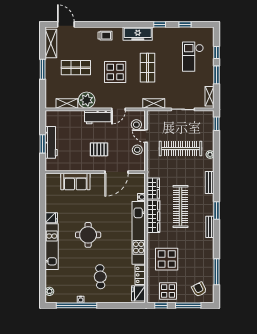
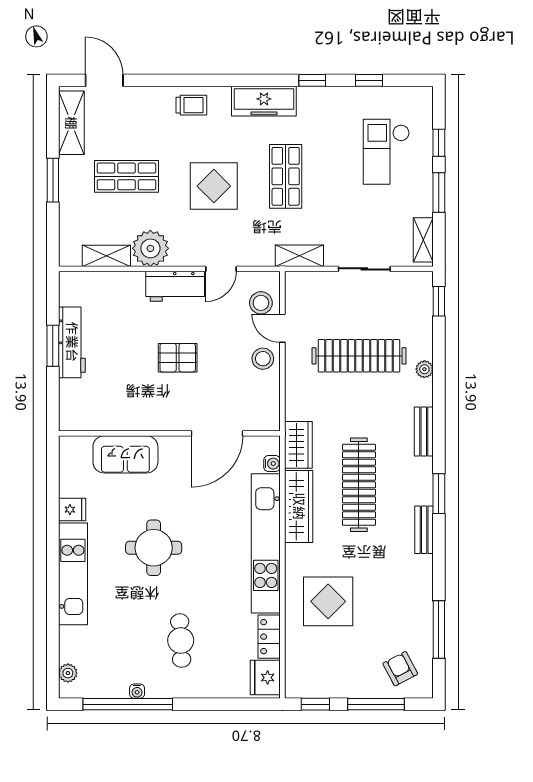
wall: (95, 172) -> (169, 433), moved
door: (117, 172) -> (217, 433), moved
sofa: (75, 182) -> (125, 454), moved
display table: (168, 291) -> (331, 672), removed

